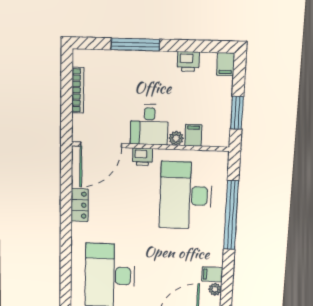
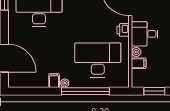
filing cabinet: (212, 274) -> (54, 81), moved
plant: (215, 289) -> (65, 83), moved

